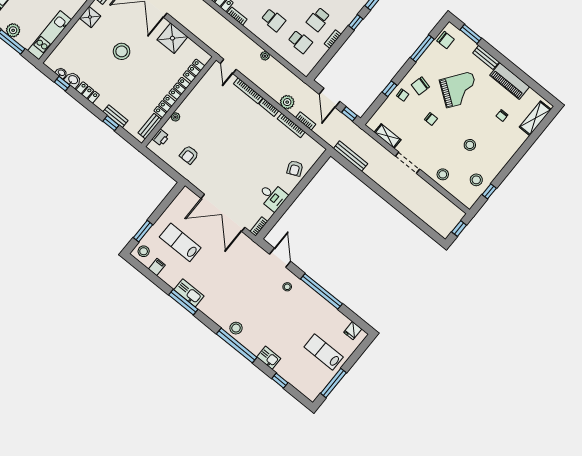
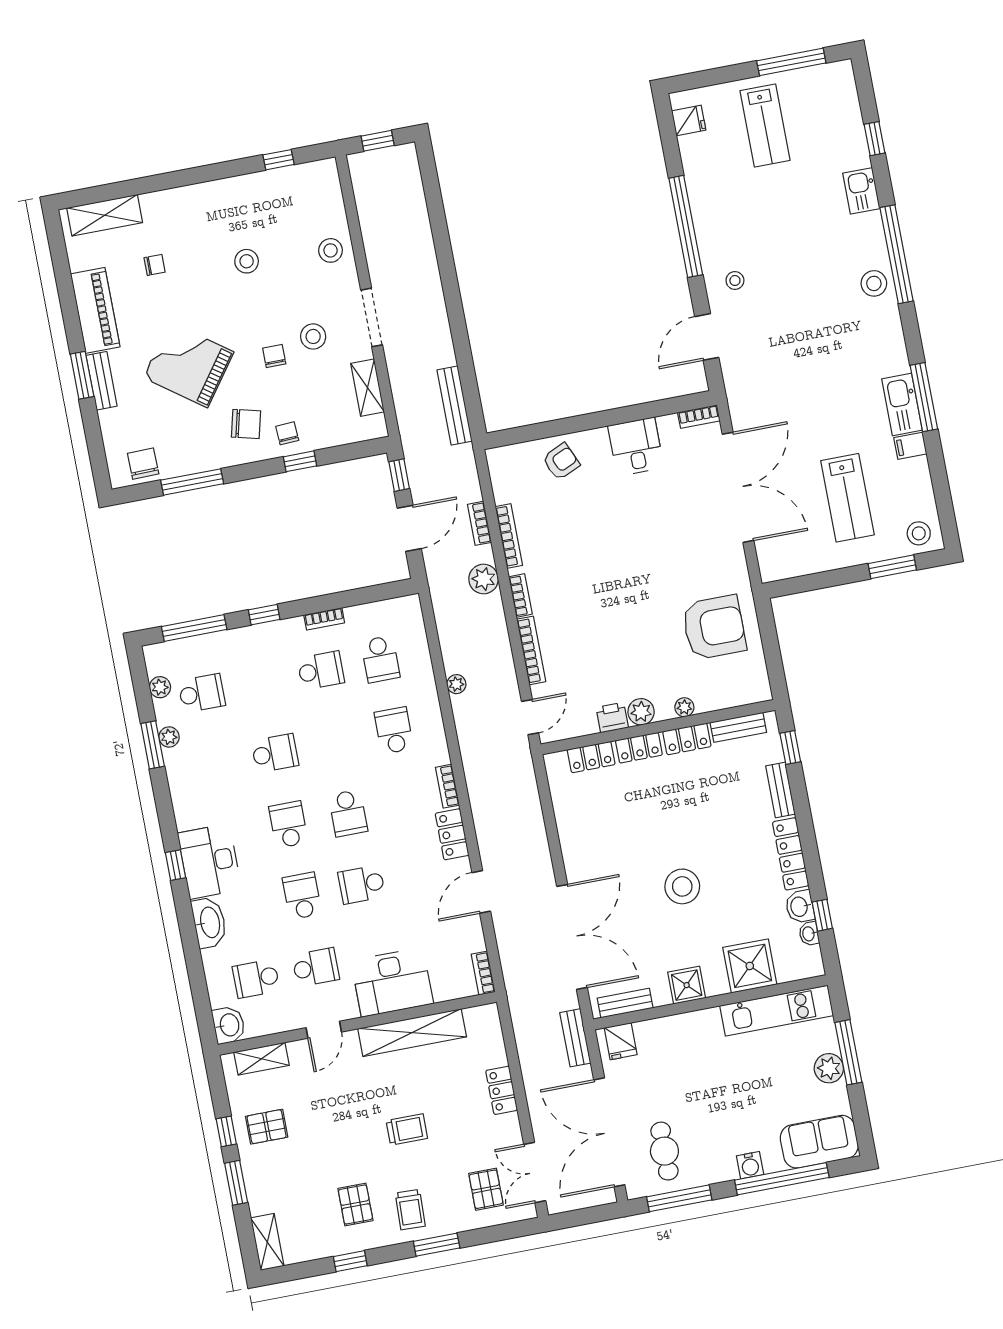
window: (471, 34) -> (82, 375), moved
shower: (172, 38) -> (750, 966), moved
school desk: (300, 42) -> (380, 659), turned 180
locker: (88, 92) -> (791, 854), width x1.53
plant: (190, 102) -> (641, 712), added
window: (111, 123) -> (790, 748), moved
printer: (161, 138) -> (612, 718), moved
armchair: (189, 155) -> (714, 627), width x1.88, depth x1.88
stool: (476, 180) -> (313, 336), moved
filing cabinet: (157, 267) -> (910, 446), moved

